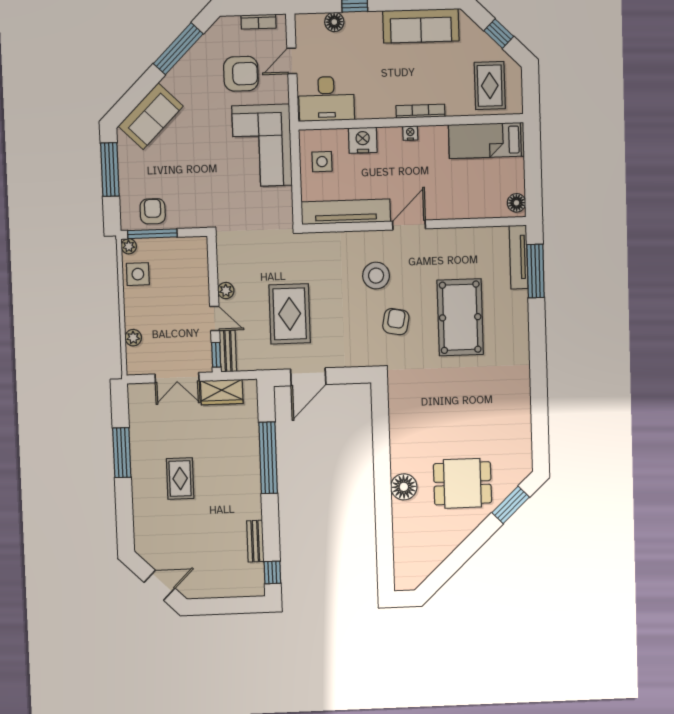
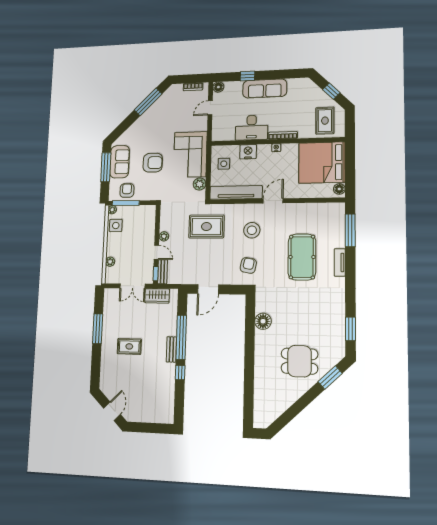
floor lamp: (334, 22) -> (218, 87), moved
sofa: (421, 26) -> (265, 88), moved
armchair: (241, 74) -> (153, 163), moved
desk: (326, 99) -> (252, 128), moved
sofa: (151, 116) -> (120, 162), moved, turned -45
bed: (486, 140) -> (322, 163), width x2.04
plant: (282, 198) -> (200, 184), added
tv unit: (519, 257) -> (340, 262), moved, width x0.71
rug: (290, 314) -> (206, 227), moved, turned 90
armchair: (396, 322) -> (248, 265), moved
window: (540, 428) -> (350, 329), added
rug: (180, 479) -> (129, 346), turned 90
floor lamp: (404, 487) -> (263, 321), moved
bench: (255, 541) -> (171, 349), moved
window: (272, 572) -> (180, 373), moved
door: (159, 585) -> (112, 411), hinge flipped

